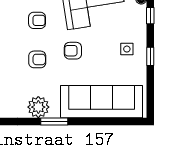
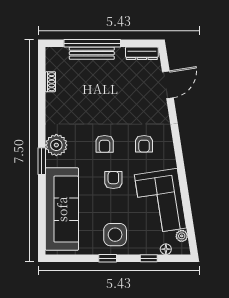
side table: (127, 49) -> (115, 235), width x1.87, depth x1.87

